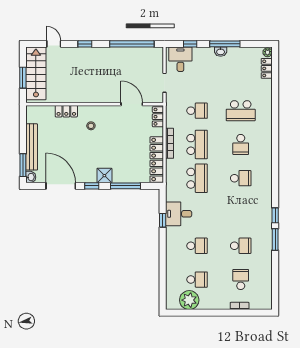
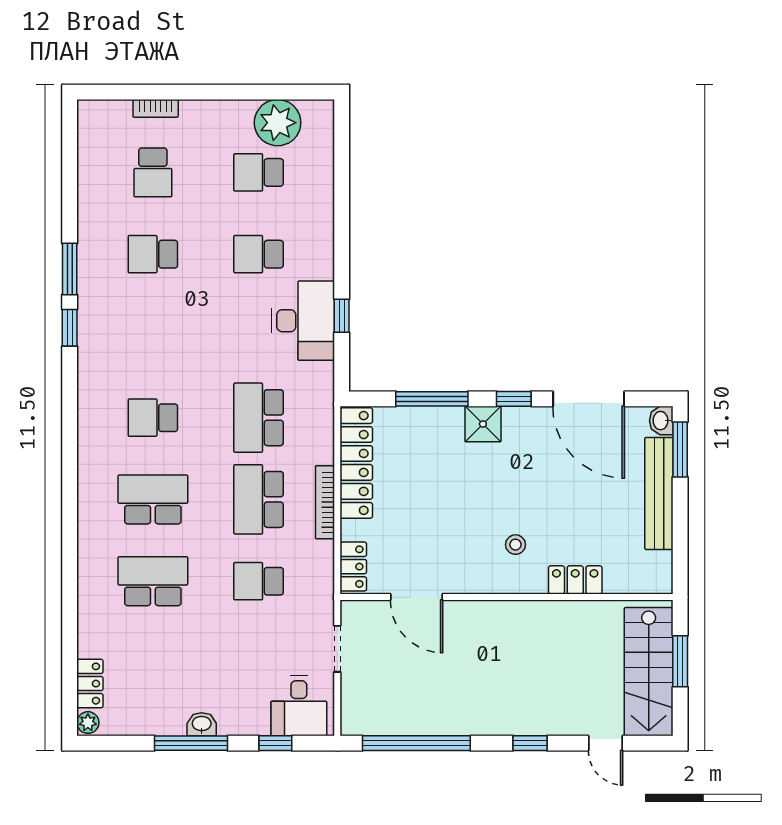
school desk: (241, 144) -> (153, 499), width x1.85
desk: (179, 214) -> (303, 321), width x1.37

